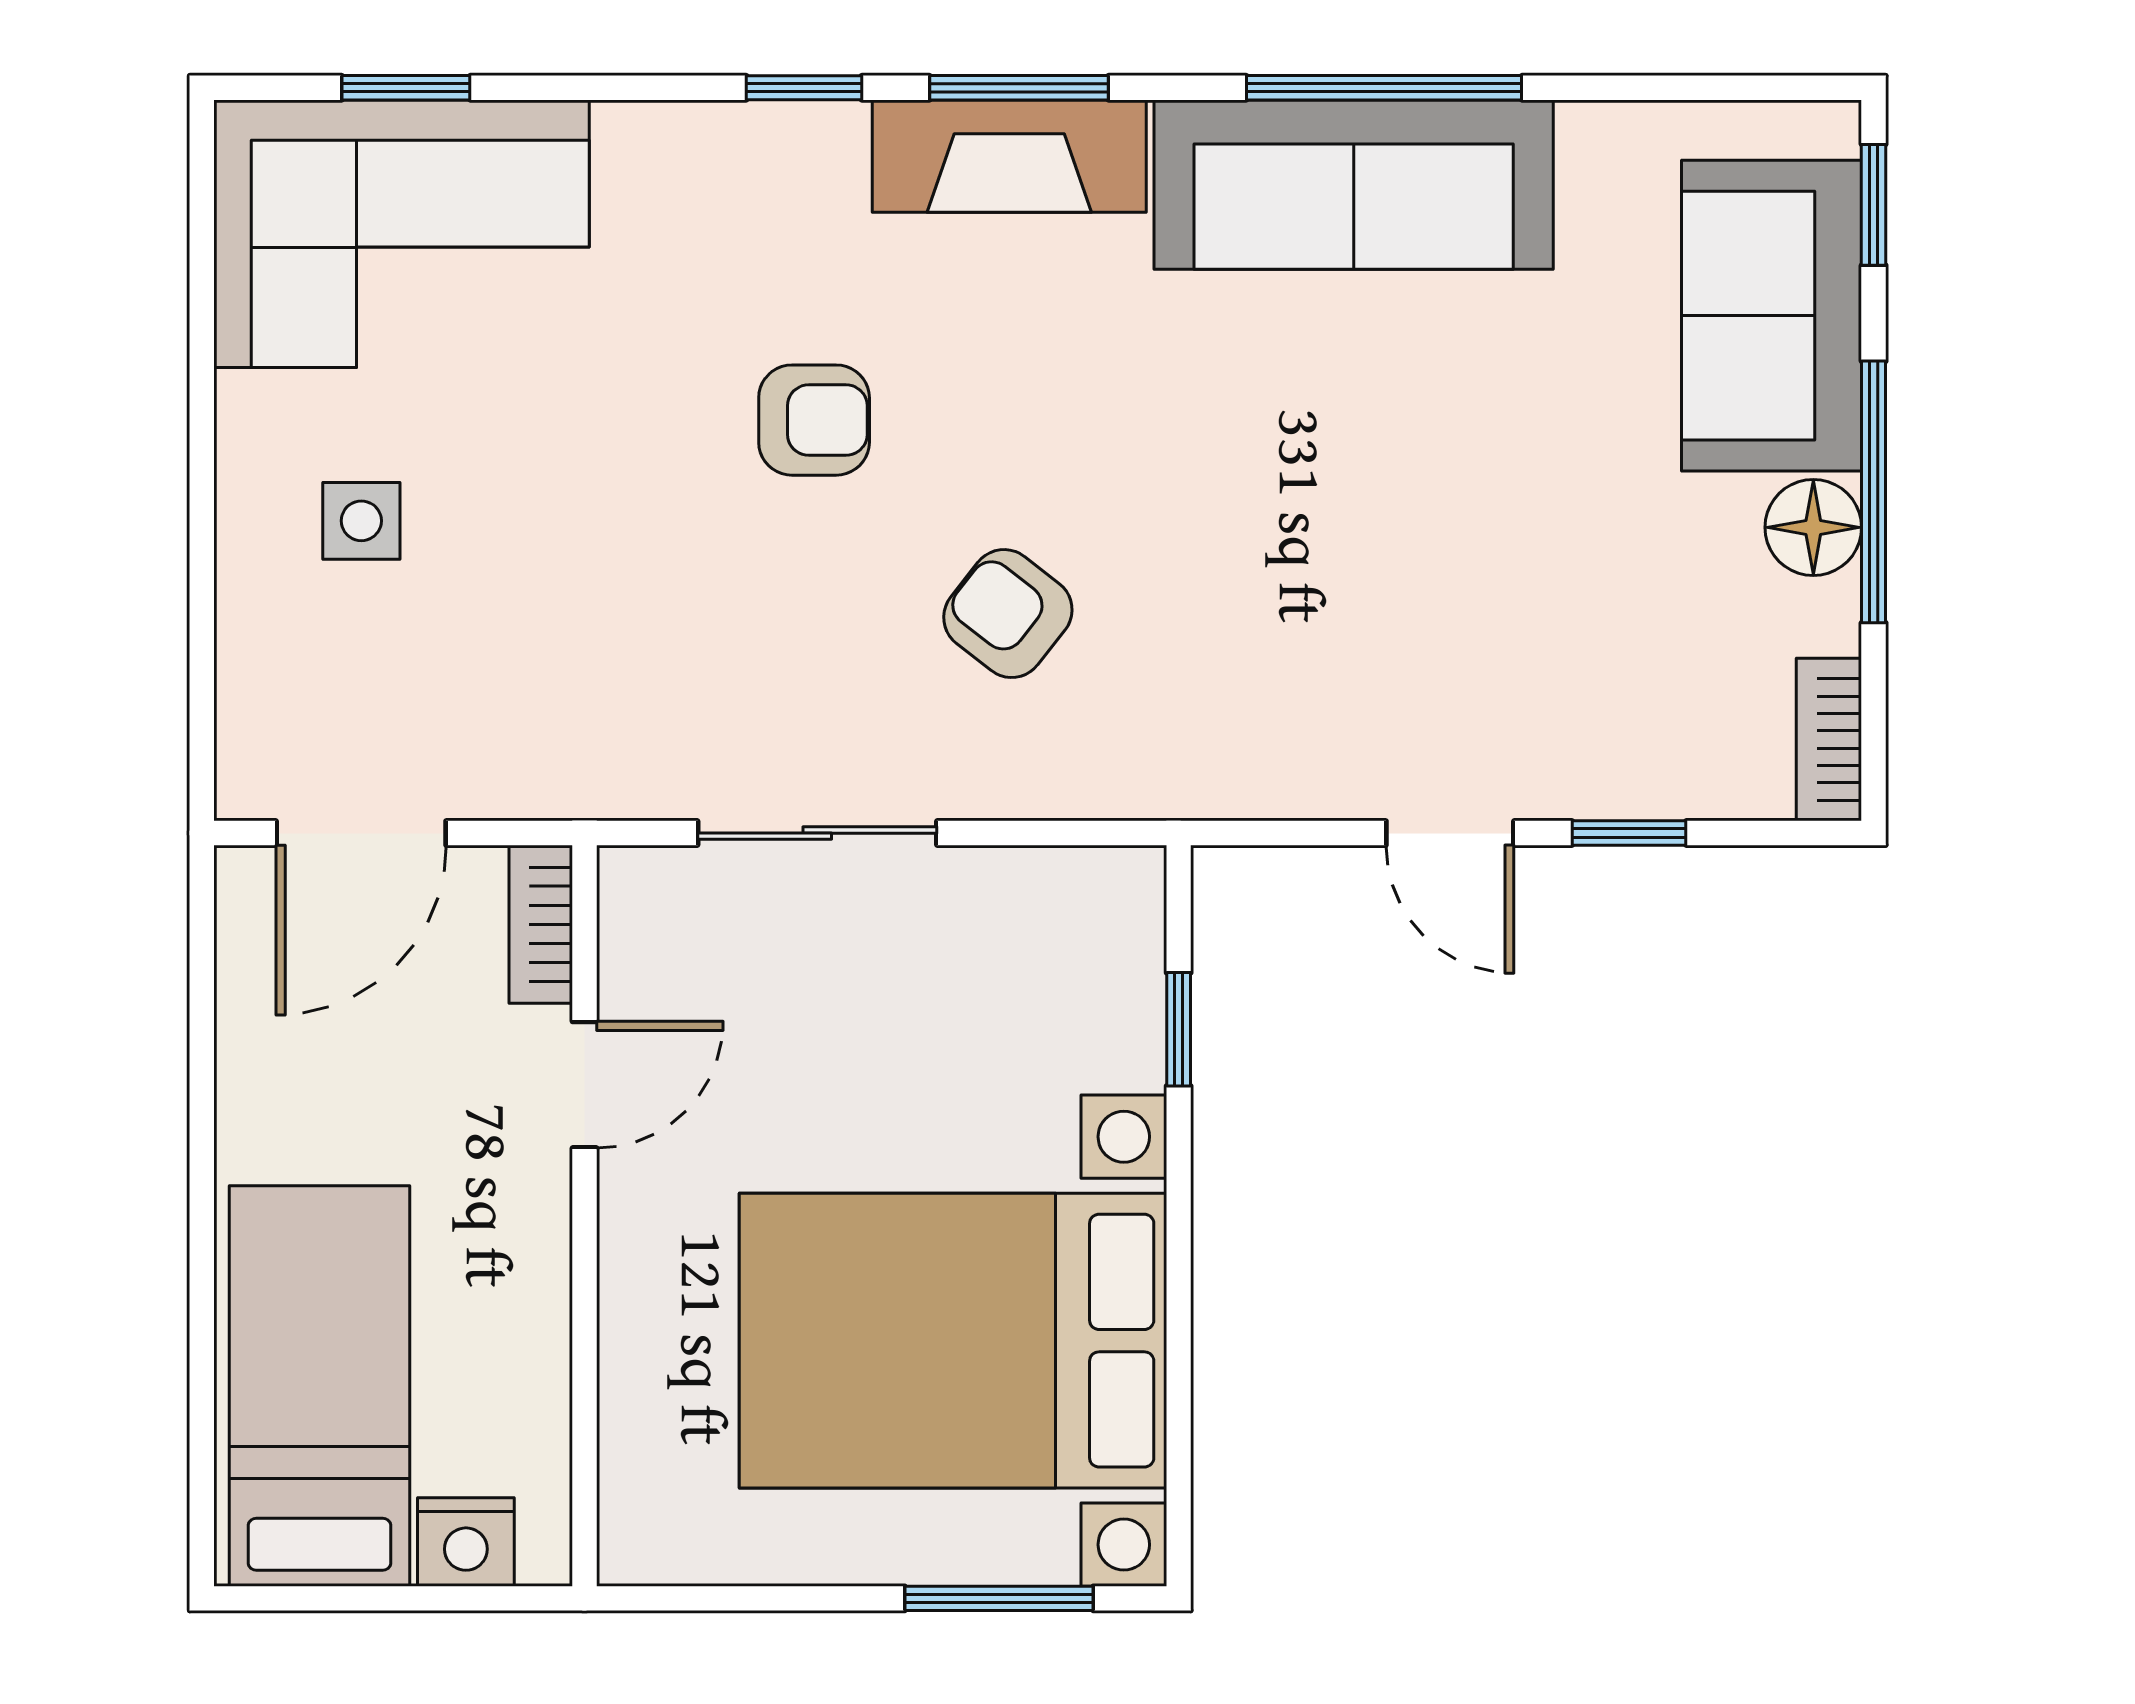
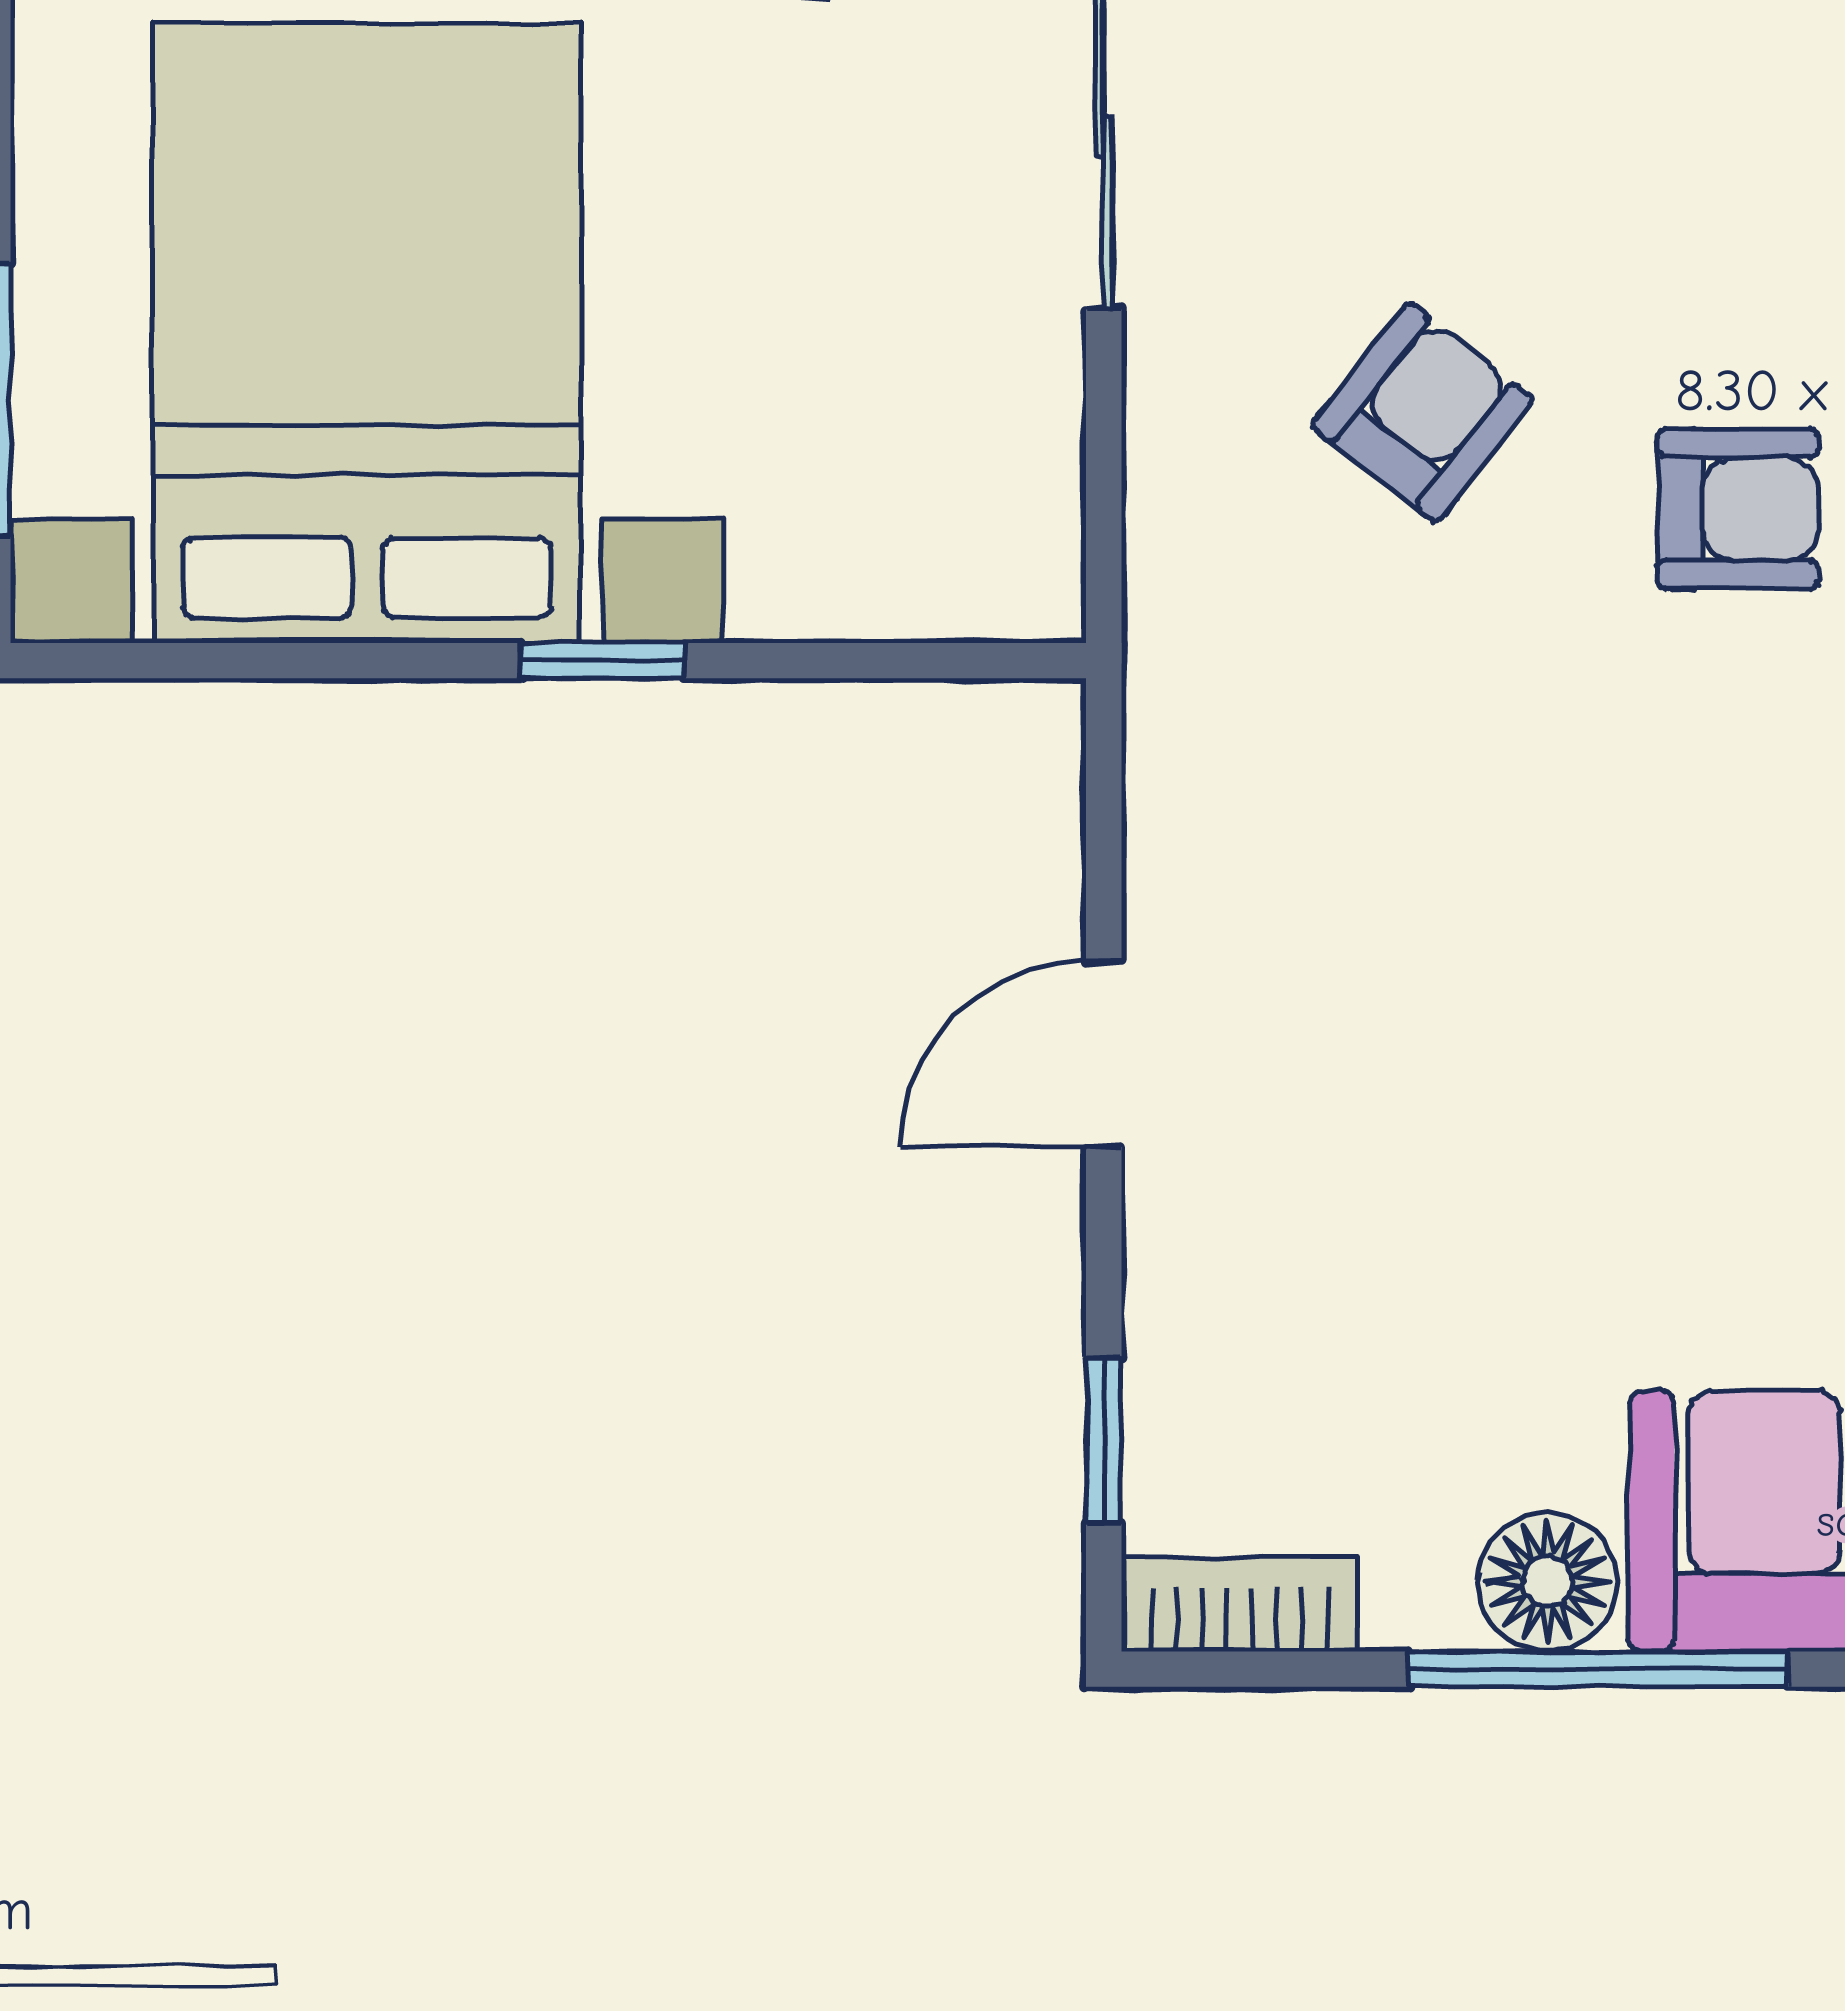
armchair: (814, 420) -> (1738, 509), moved, turned -90
window: (1629, 833) -> (1104, 1440), moved
window: (1179, 1029) -> (603, 661), moved

